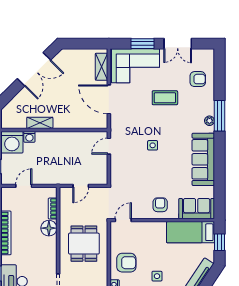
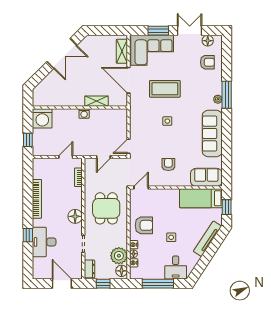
double door: (178, 44) -> (190, 31), swing flipped
floor lamp: (198, 55) -> (208, 41), added
coffee table: (165, 98) -> (165, 89), moved, width x1.36, depth x1.32
shelving: (40, 123) -> (96, 101), moved
washing machine: (29, 137) -> (84, 114), moved
door: (109, 146) -> (128, 146), moved
door: (24, 186) -> (66, 157), moved
armchair: (160, 205) -> (168, 165), moved
floor lamp: (49, 228) -> (75, 216), moved

